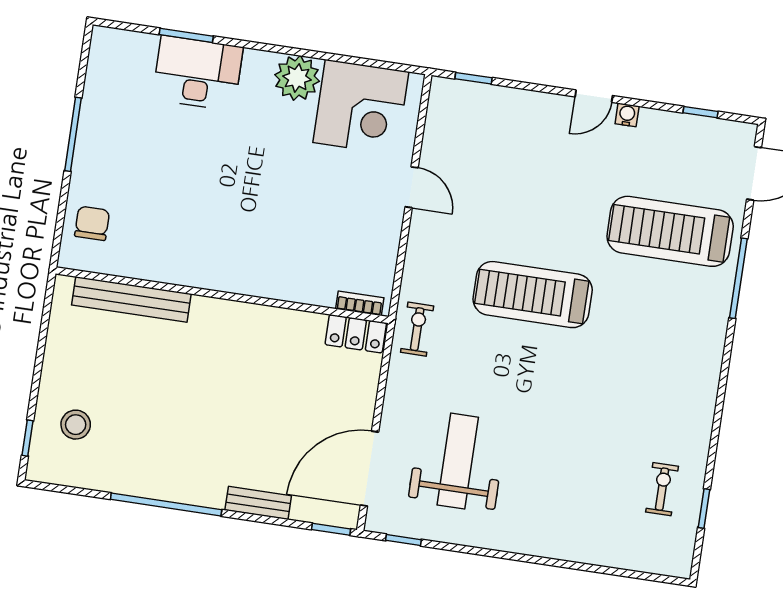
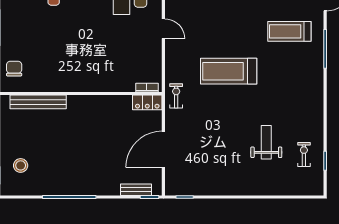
treadmill: (670, 231) -> (289, 31), width x0.73, depth x0.73
weight bench: (458, 461) -> (266, 142), moved, width x0.73, depth x0.75
door: (370, 469) -> (163, 149), moved
bench: (258, 503) -> (136, 190), moved

